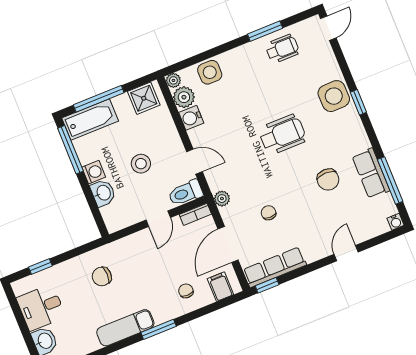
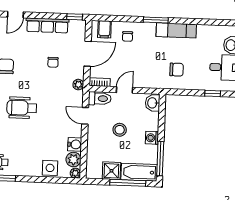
shower: (144, 98) -> (111, 171), moved
washbasin: (103, 193) -> (153, 103), moved
row of seats: (275, 267) -> (47, 25), moved

